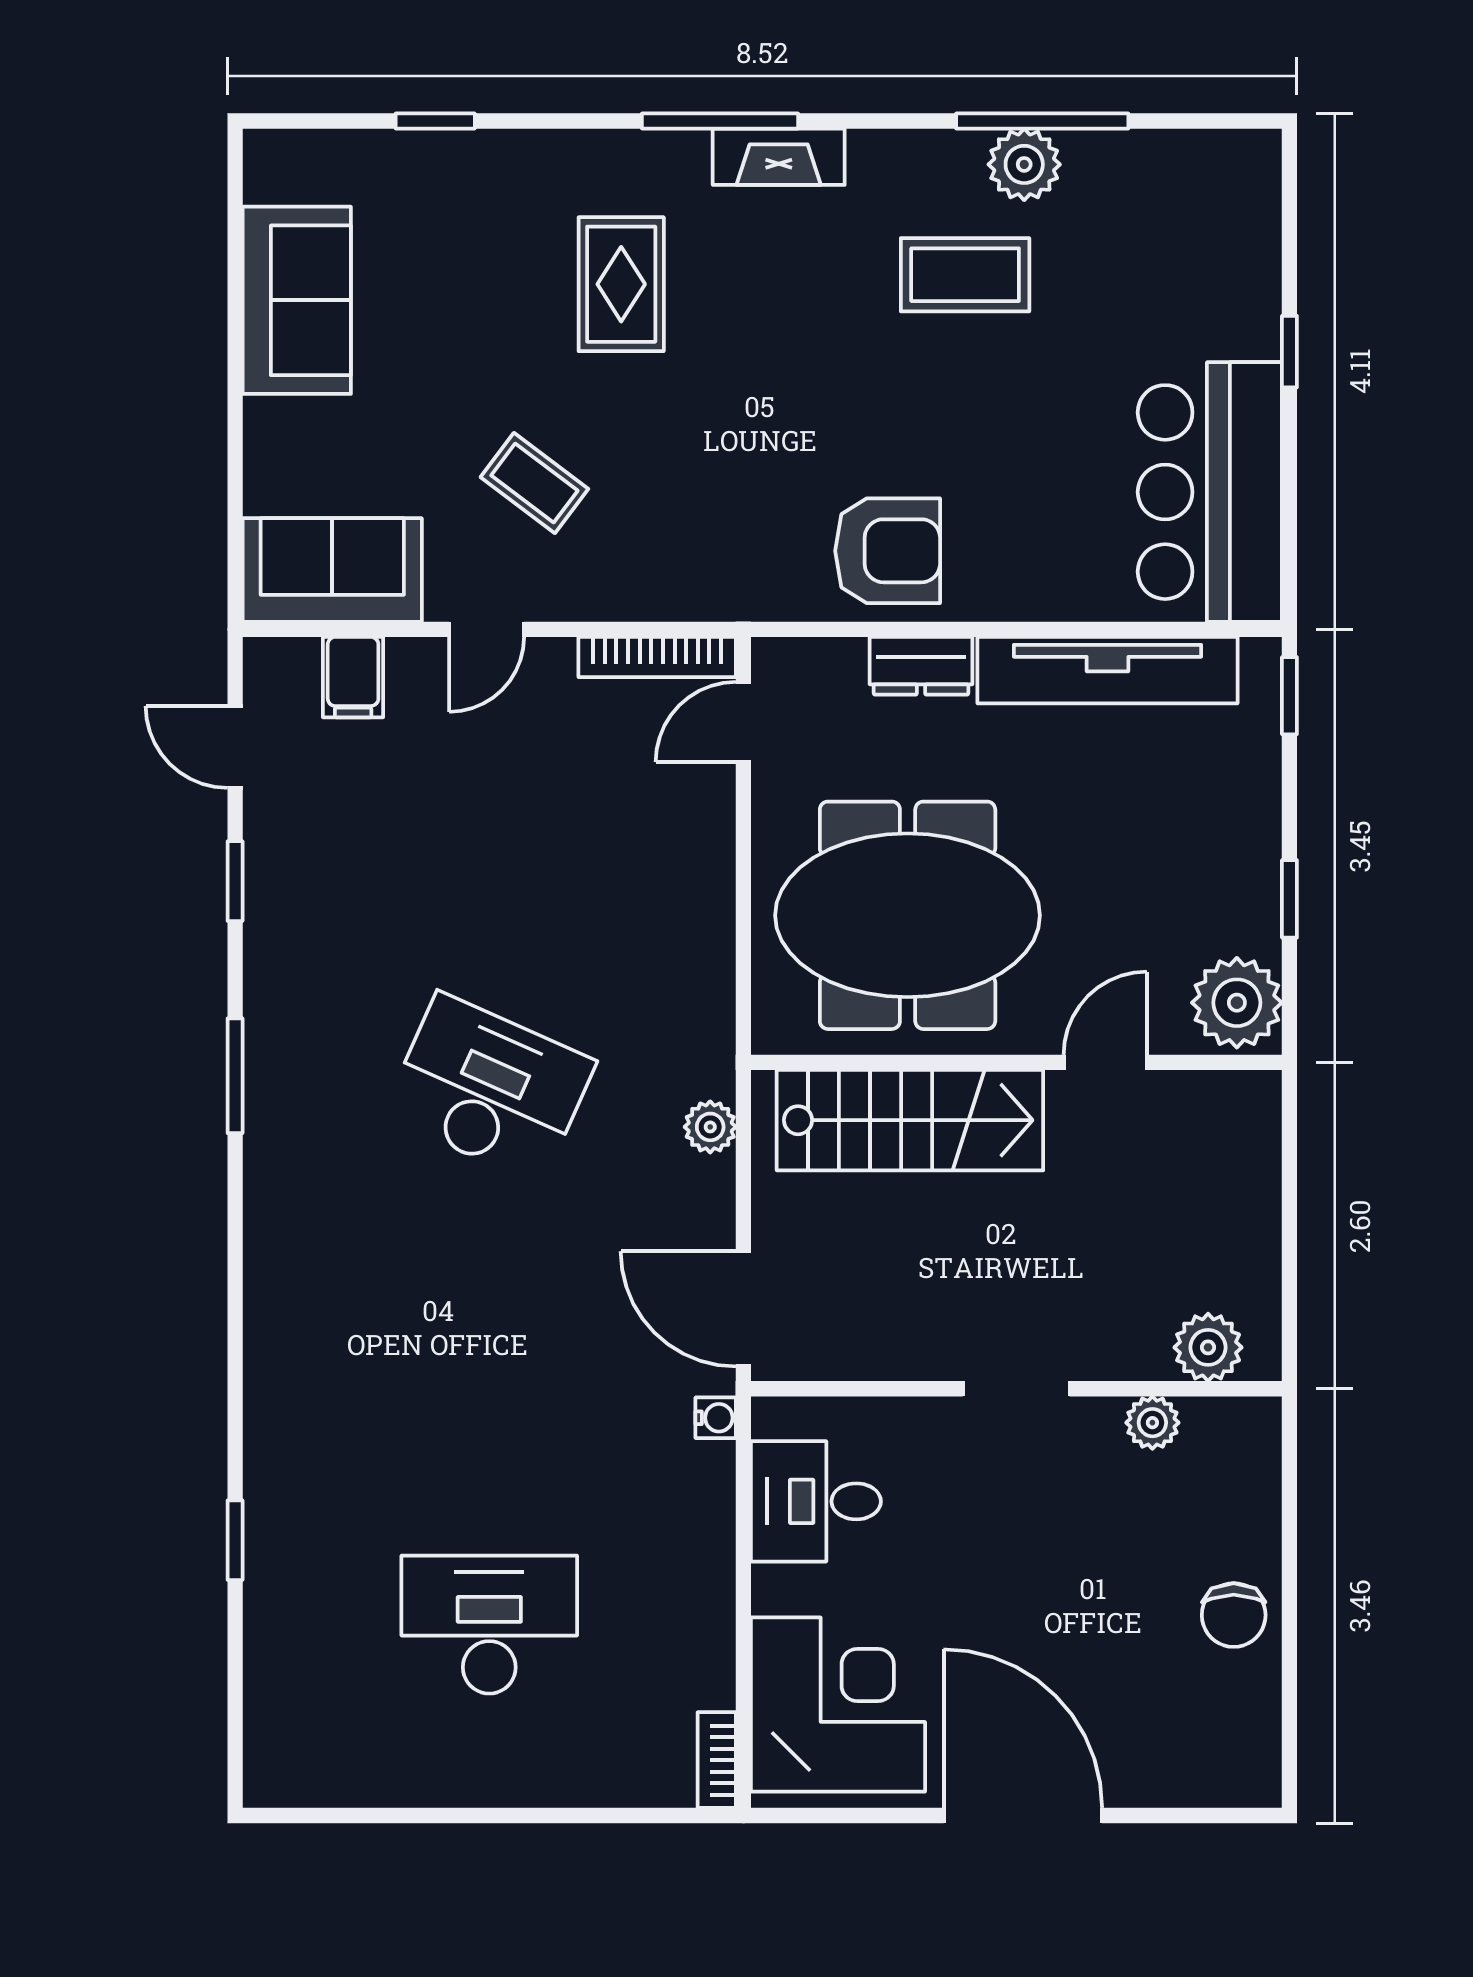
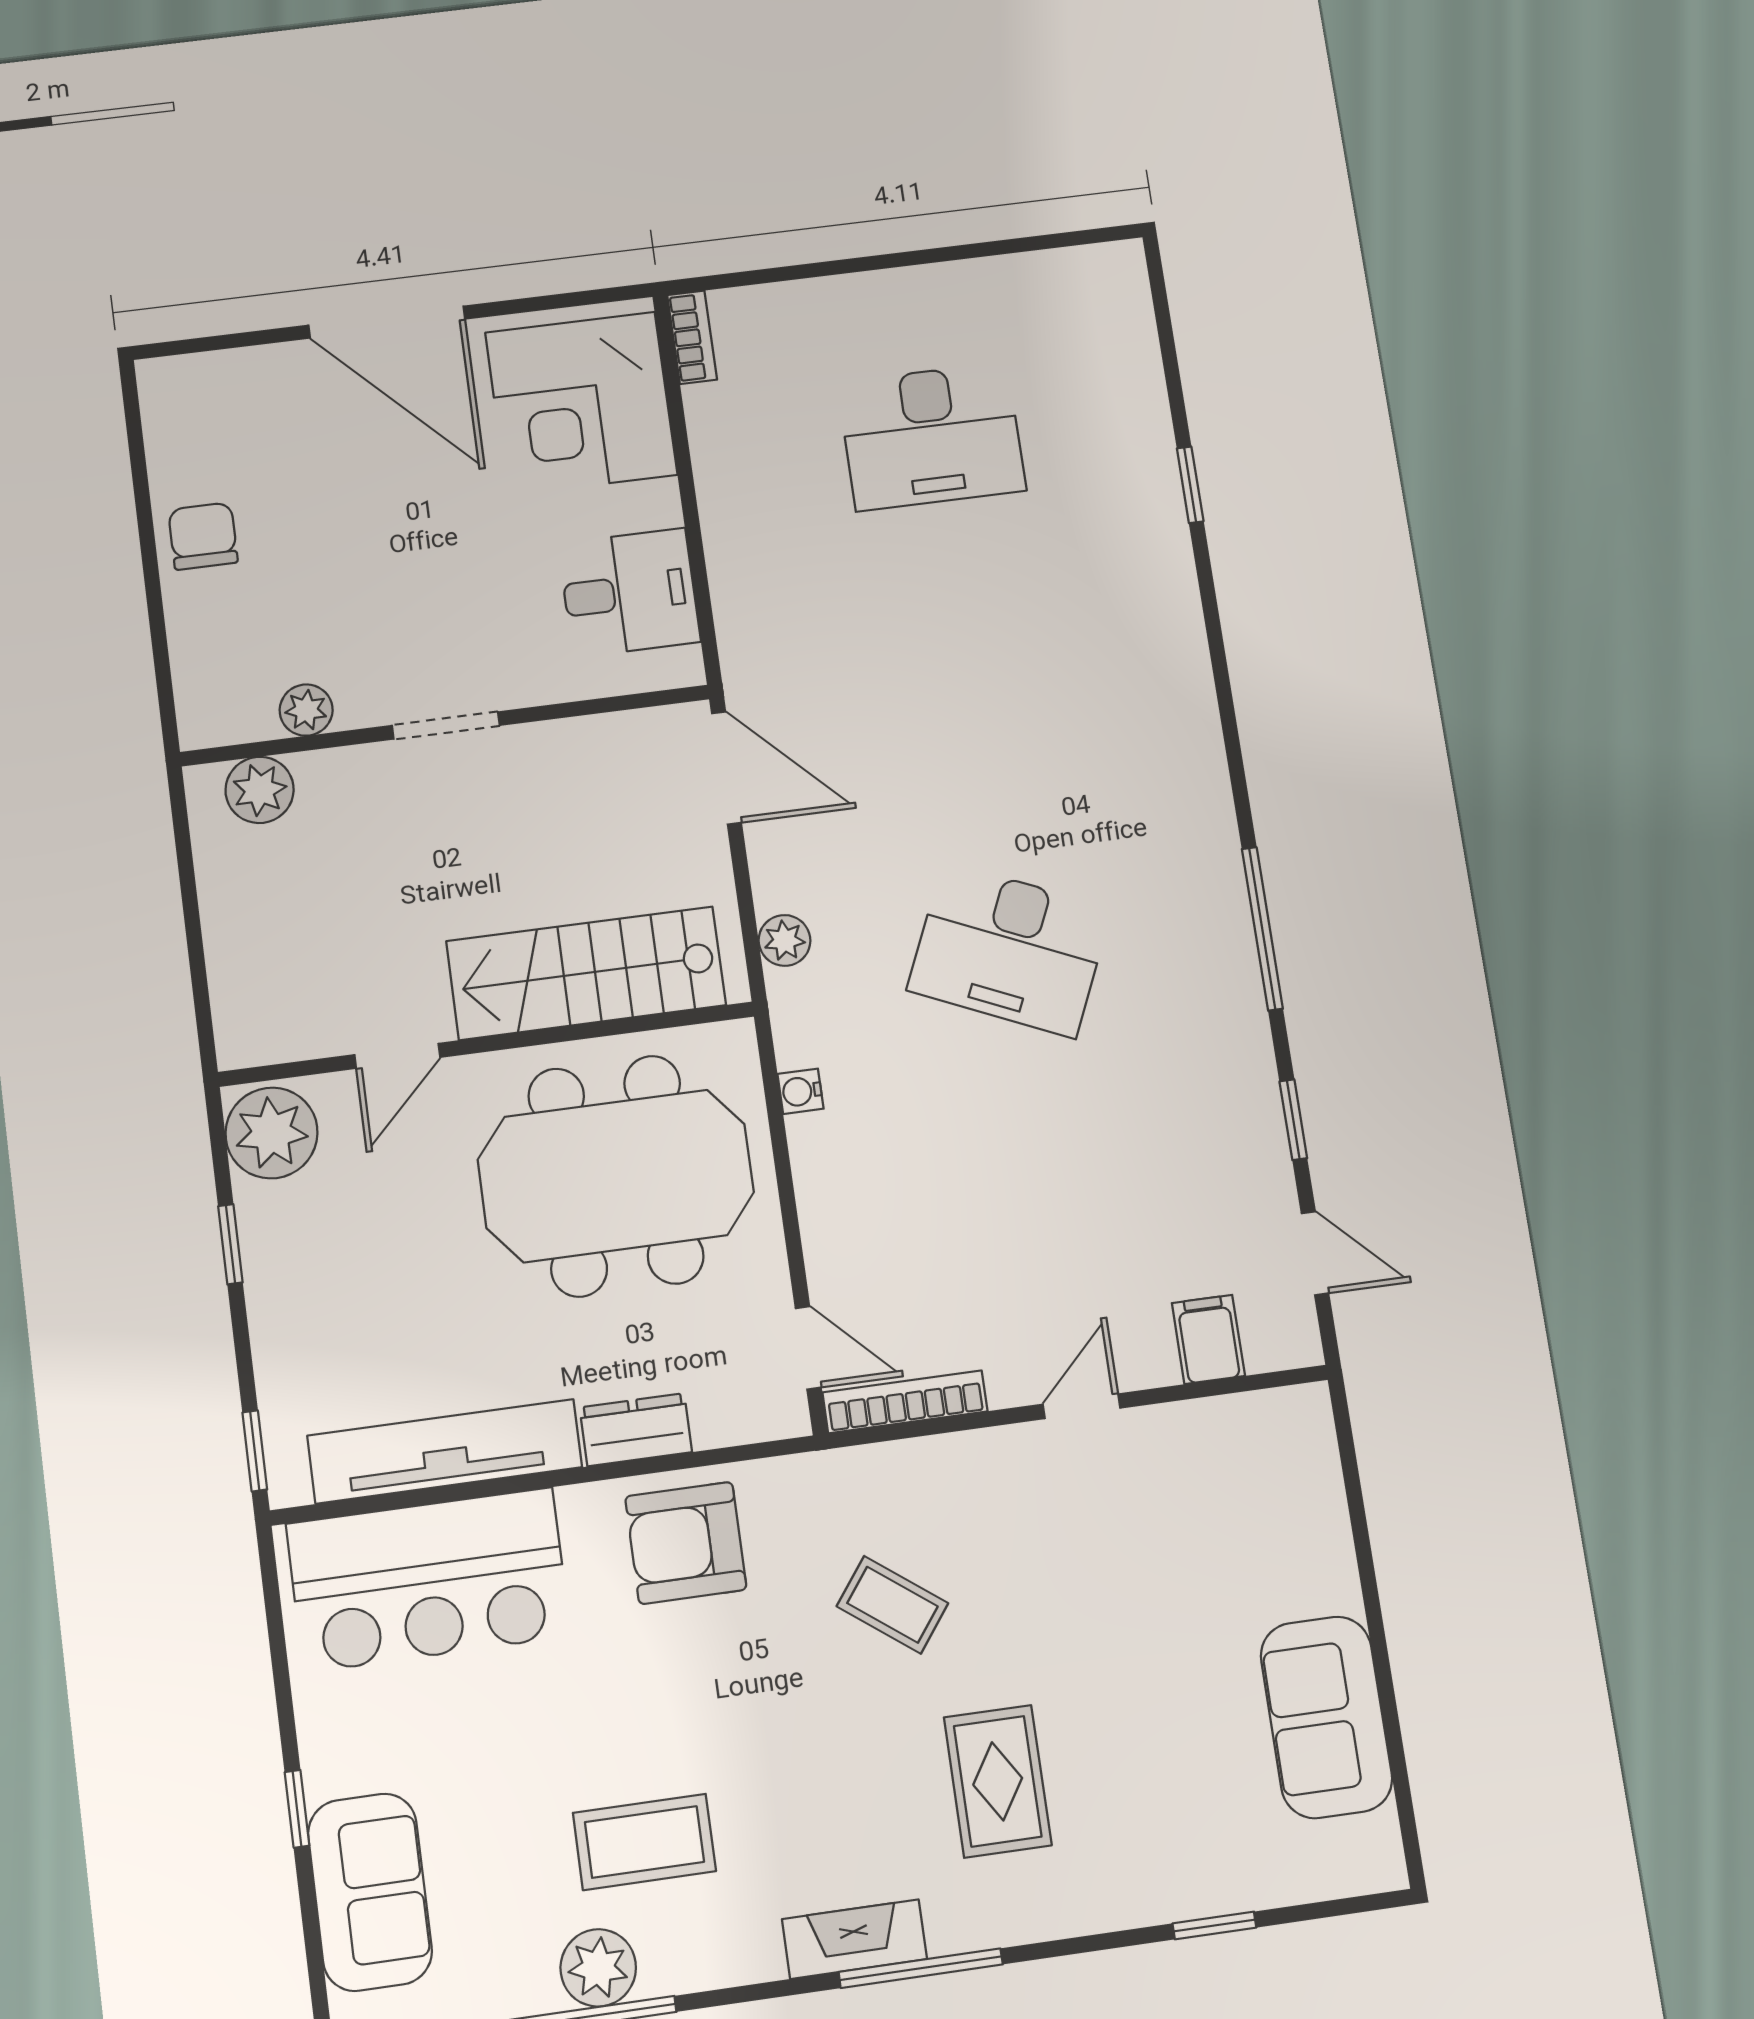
coffee table: (534, 483) -> (892, 1605), moved
bar counter: (1210, 492) -> (428, 1580), moved, turned 90
sofa: (332, 570) -> (370, 1892), moved, turned -90
door: (743, 722) -> (808, 1348), hinge flipped
window: (235, 1076) -> (1262, 929), width x1.44
water cooler: (716, 1418) -> (800, 1091), moved

